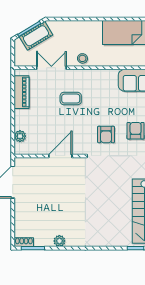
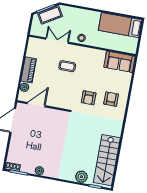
piano: (22, 92) -> (29, 70), moved
door: (60, 156) -> (36, 105), moved
plant: (115, 239) -> (81, 177), added

